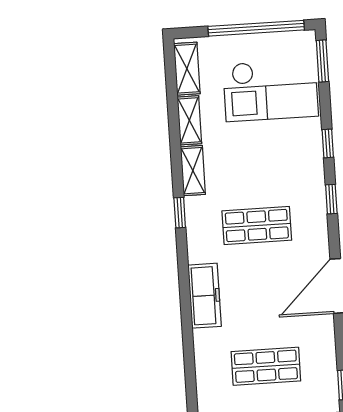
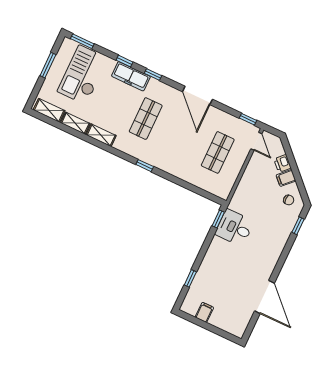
window: (256, 28) -> (48, 65), width x0.47
checkout: (270, 90) -> (83, 75), turned 180
window: (180, 213) -> (145, 166), moved
freezer: (205, 296) -> (131, 76), moved, turned 180

